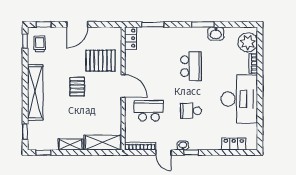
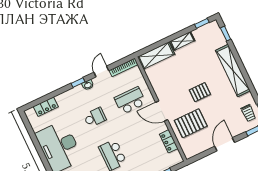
locker: (130, 38) -> (169, 141), moved
pallet: (77, 87) -> (200, 92), turned 90
school desk: (149, 111) -> (130, 101), turned 180
door: (163, 152) -> (101, 71), hinge flipped

